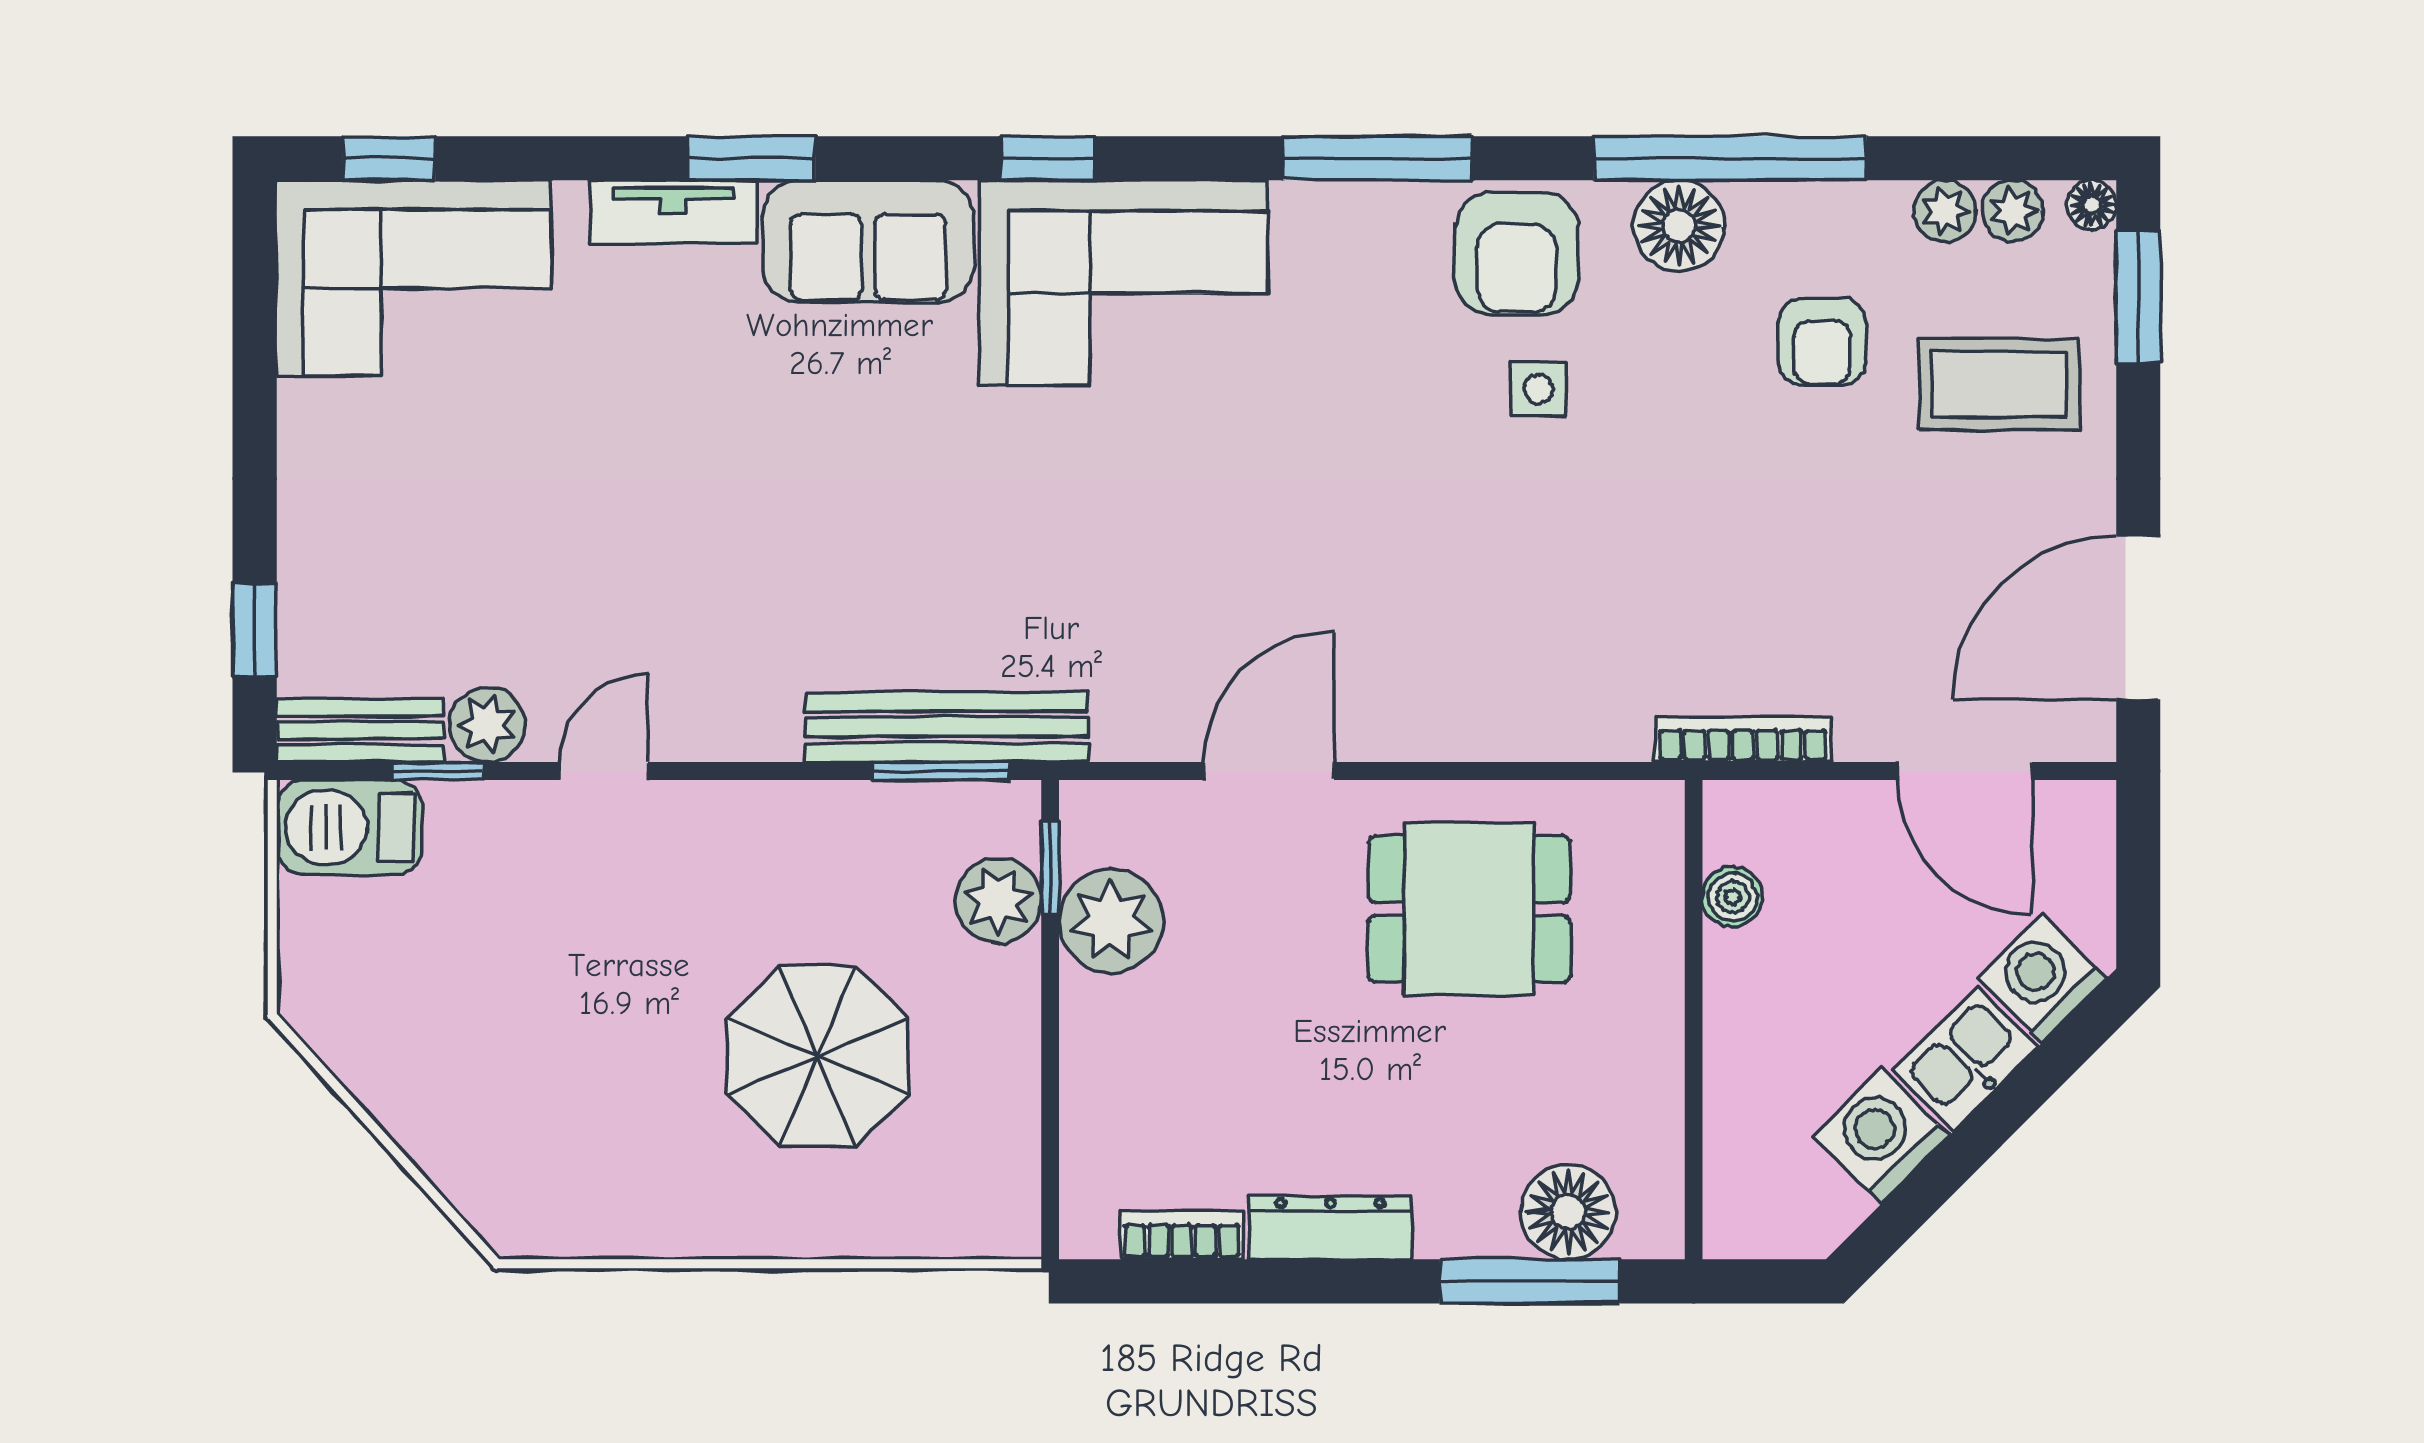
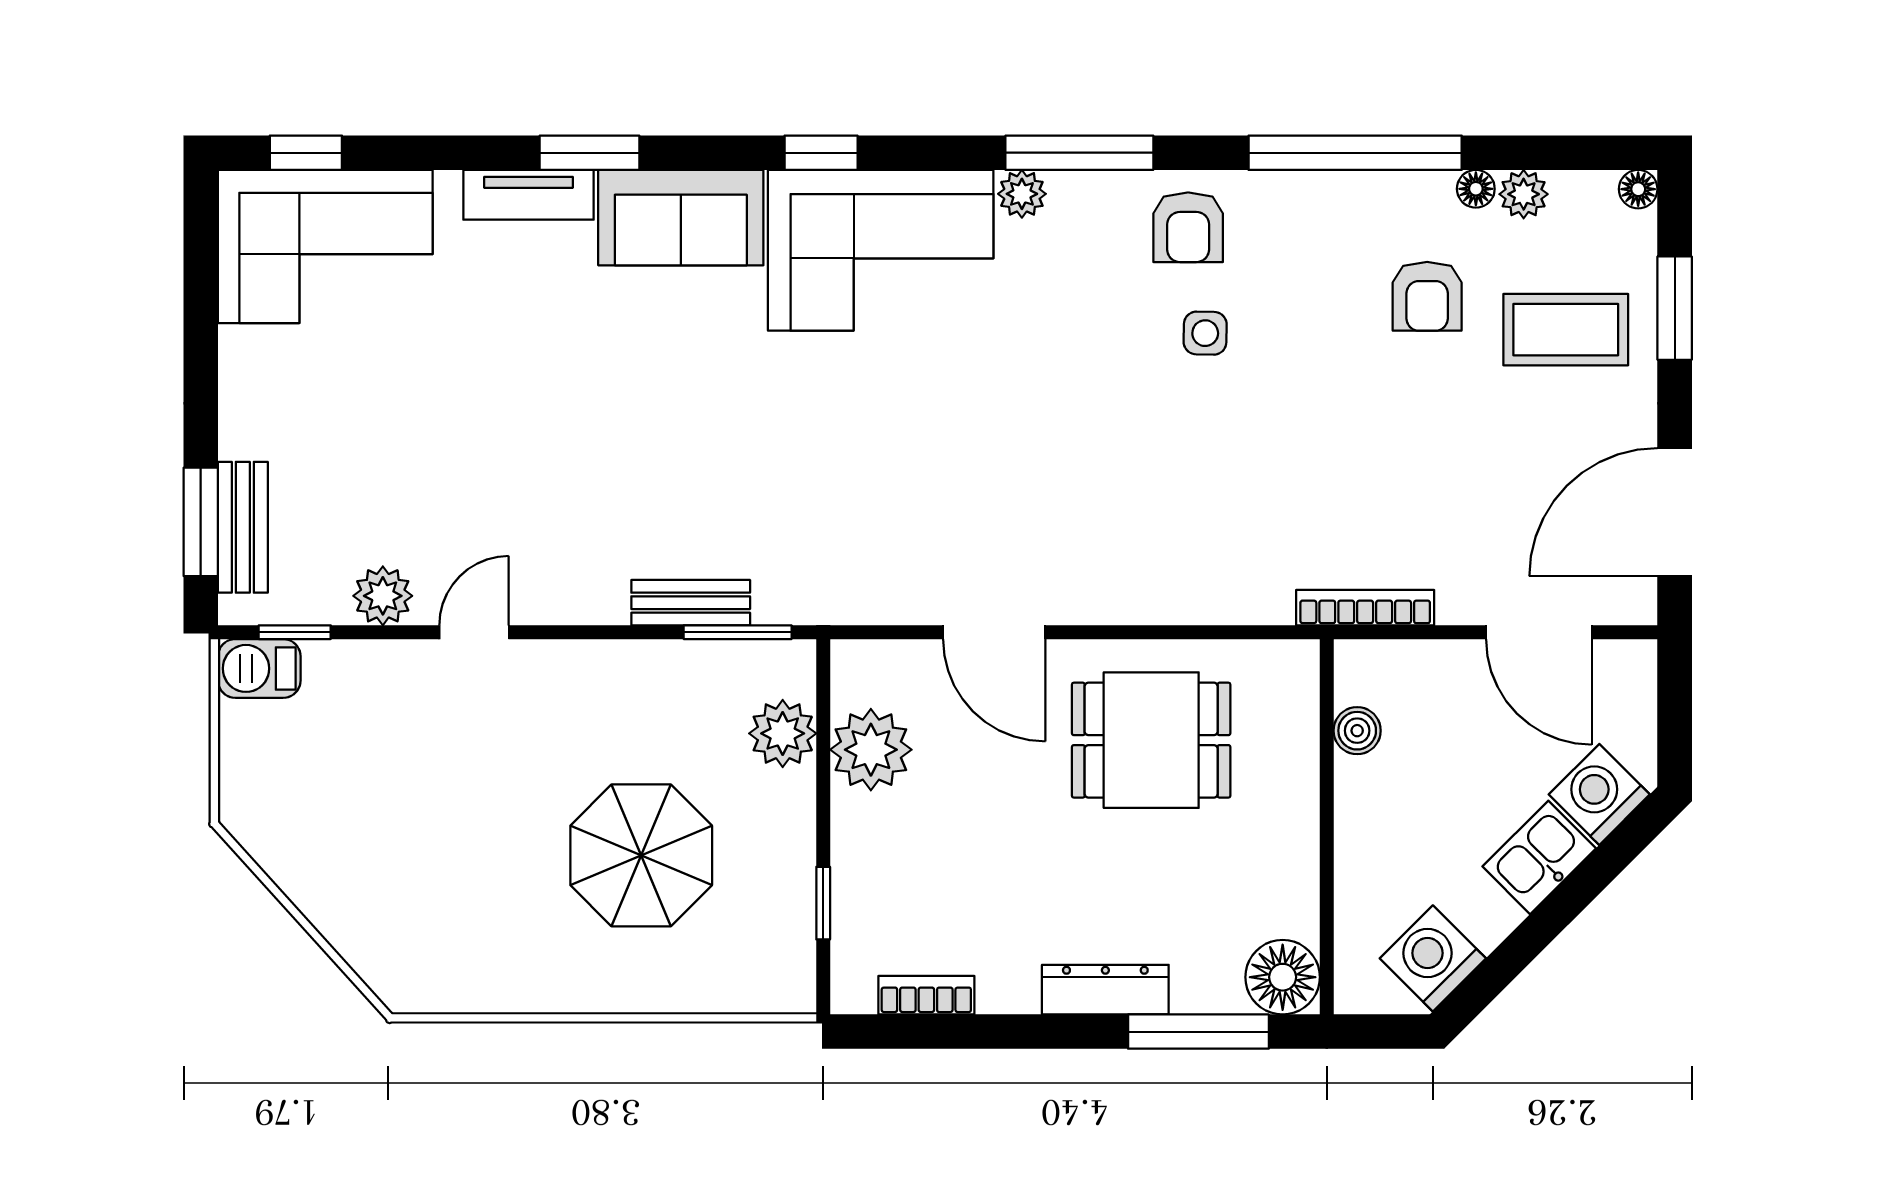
plant: (2013, 211) -> (1022, 194), moved
floor lamp: (1679, 226) -> (1476, 189), moved, width x0.53, depth x0.53
armchair: (1517, 253) -> (1188, 227), width x0.72, depth x0.72
window: (2138, 297) -> (1675, 308), moved
window: (255, 630) -> (201, 522), width x1.50
bench: (946, 727) -> (691, 603), width x0.54, depth x0.82
bench: (360, 730) -> (243, 527), moved, turned 90
window: (438, 771) -> (295, 632), moved
door: (1269, 771) -> (994, 632), swing flipped
barbecue: (349, 827) -> (259, 668), width x0.73, depth x0.79
window: (1050, 867) -> (823, 903), moved
washing machine: (1882, 1136) -> (1433, 958), moved
floor lamp: (1568, 1212) -> (1283, 977), moved
dresser: (1330, 1228) -> (1105, 990), moved

